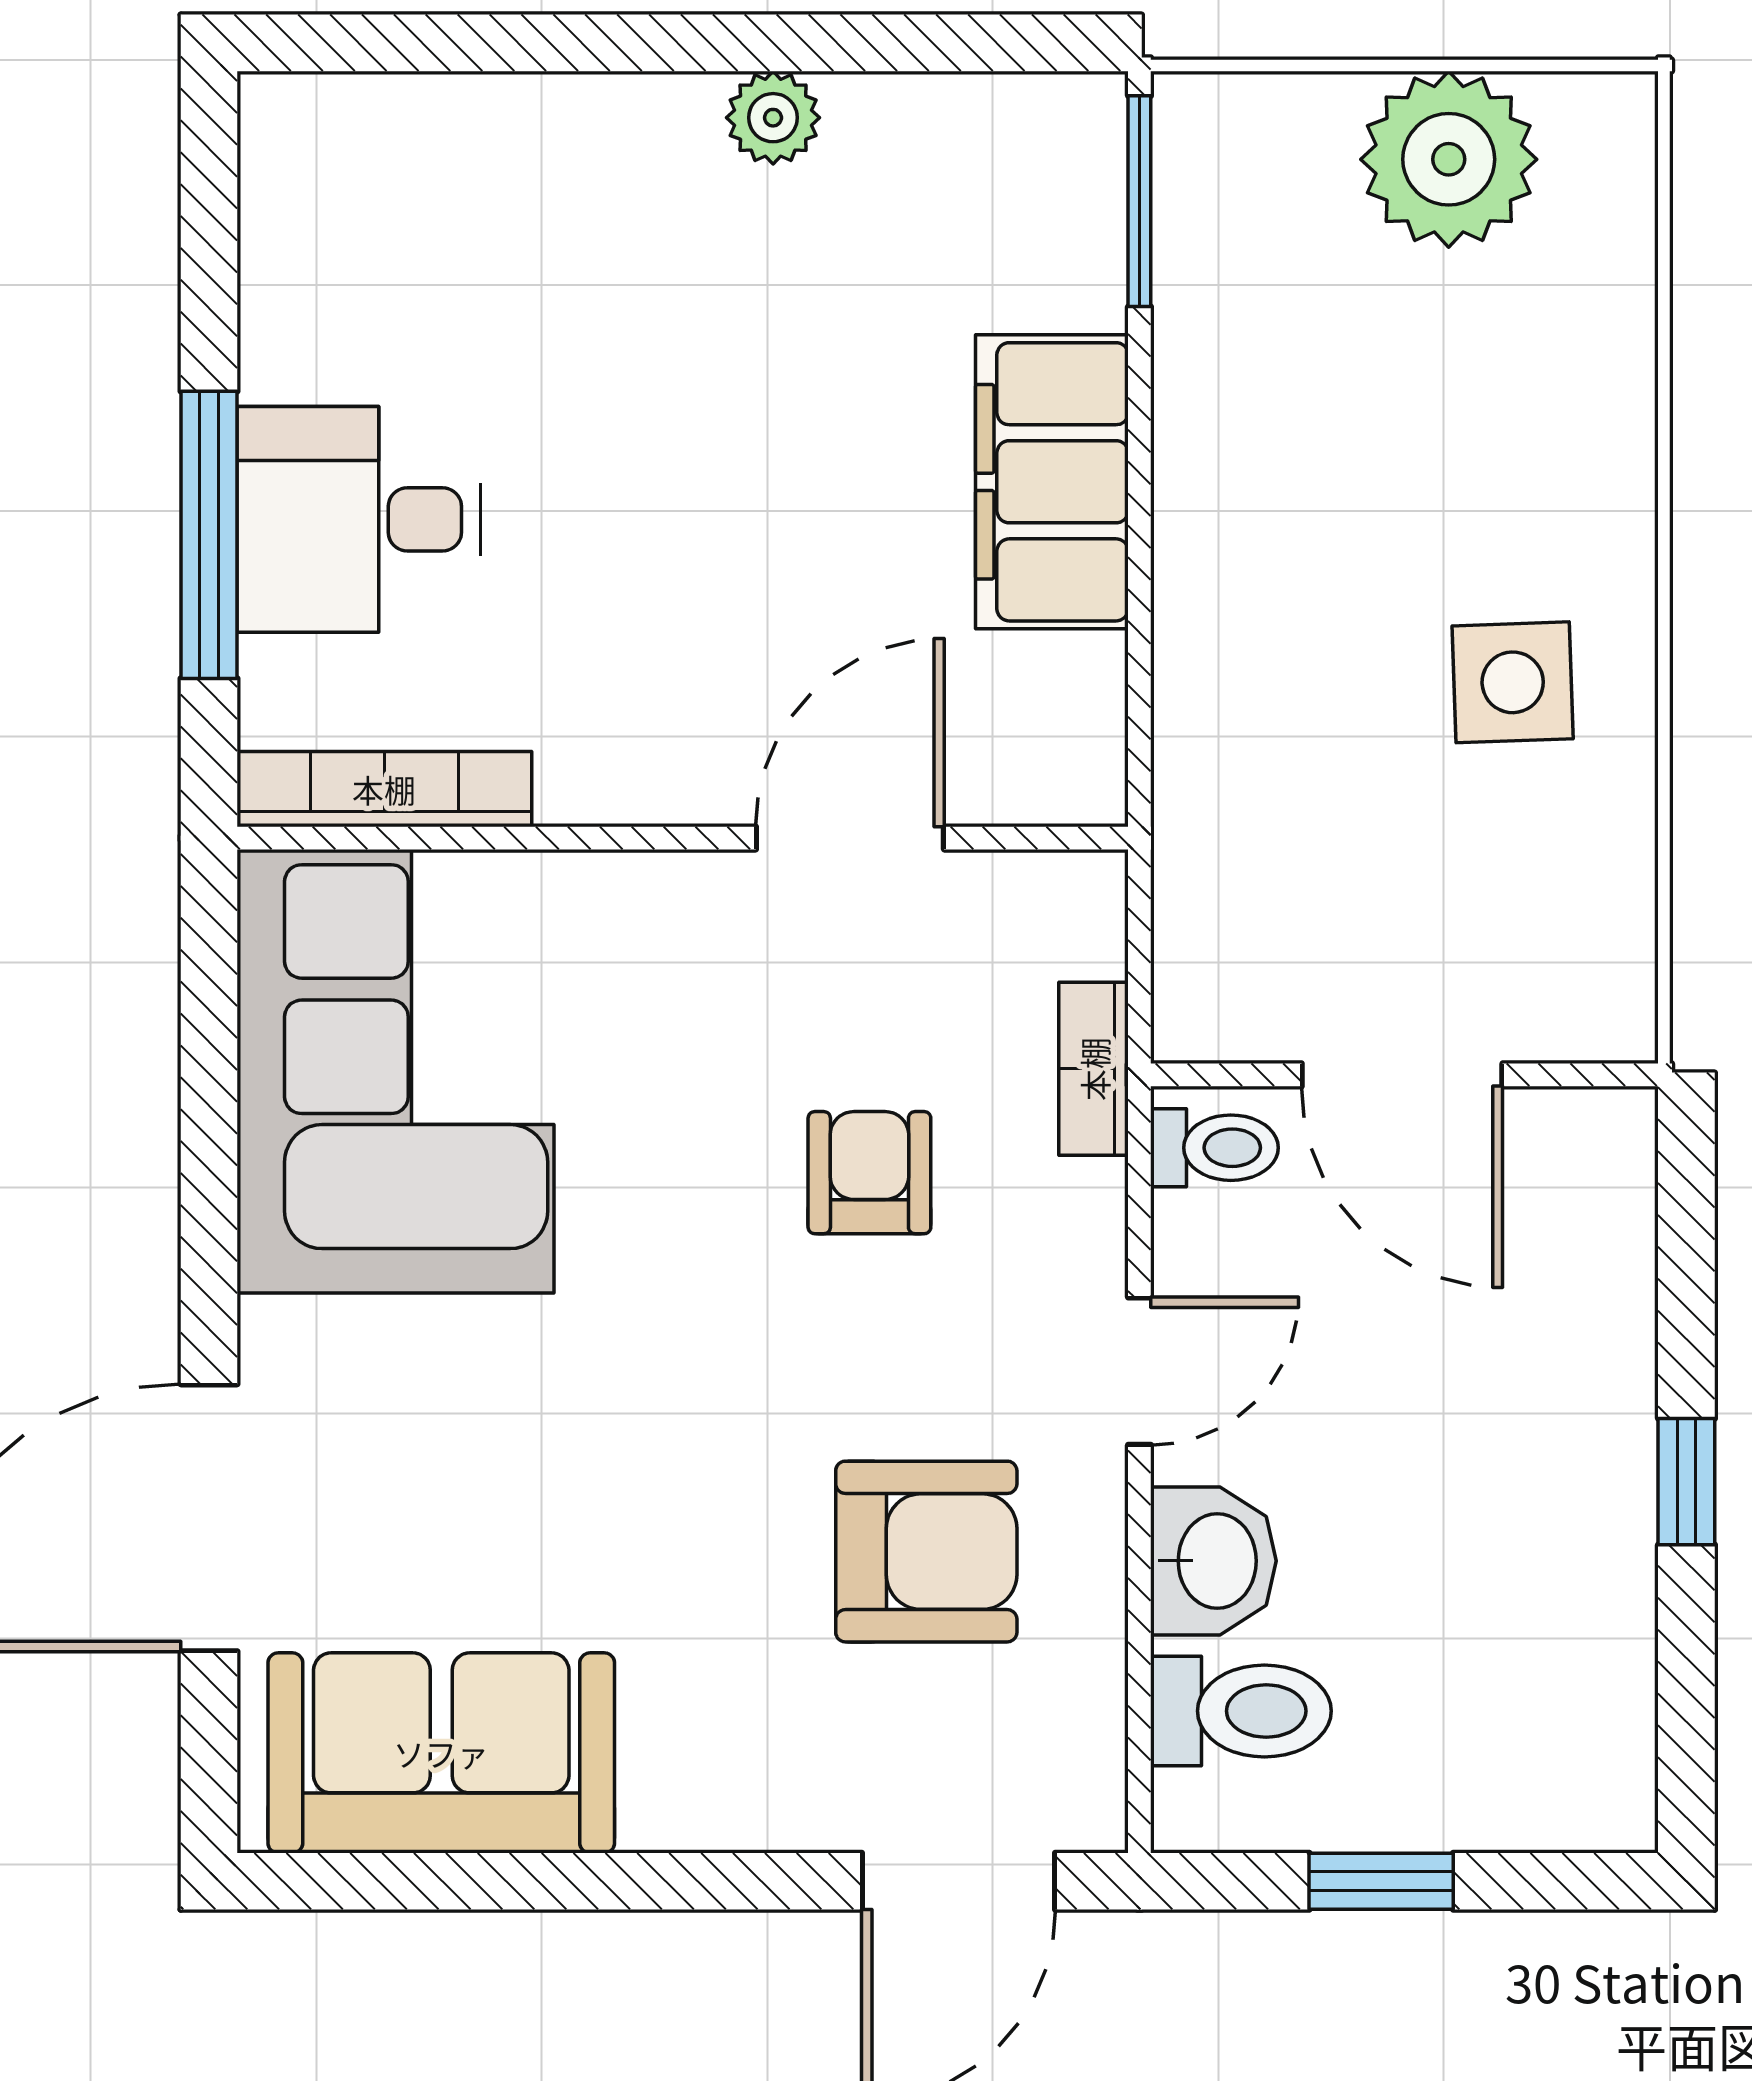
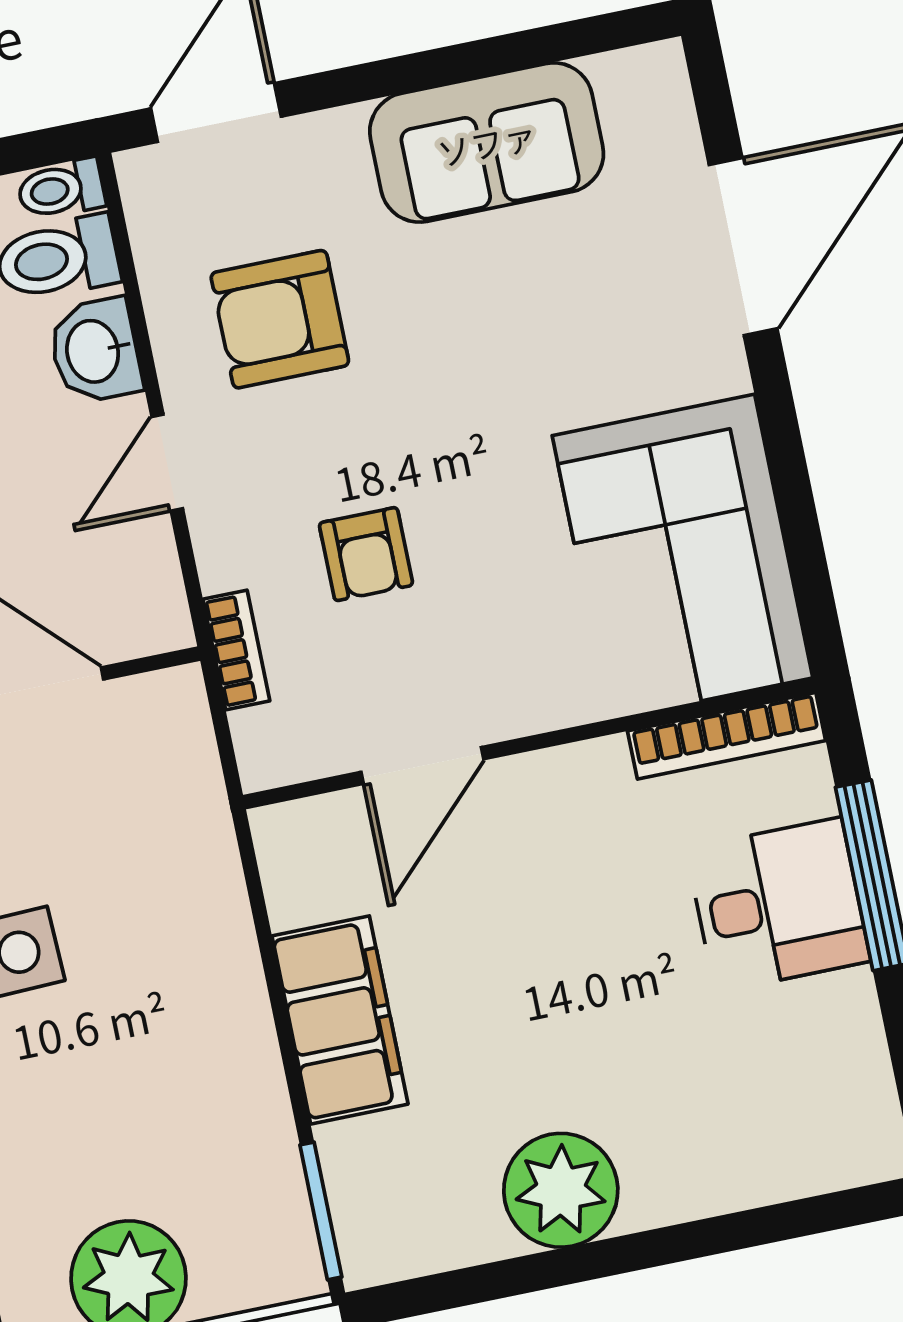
plant: (773, 118) -> (561, 1190), width x1.87, depth x1.87
toilet: (1214, 1148) -> (61, 189), moved
sofa: (441, 1753) -> (487, 143), moved

